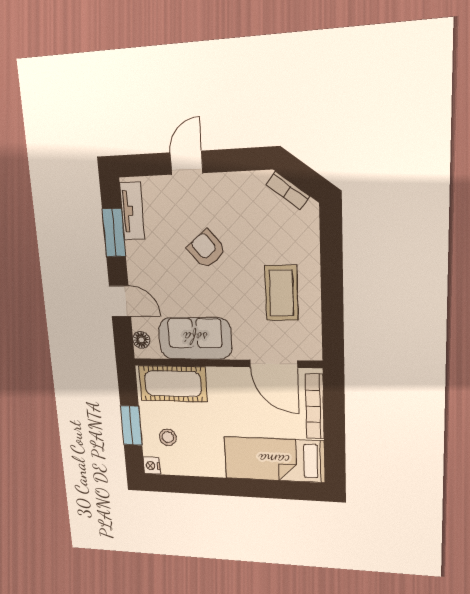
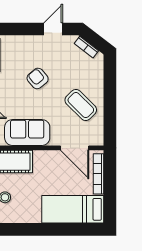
door: (186, 163) -> (53, 29), moved
coffee table: (281, 293) -> (81, 105), turned -45

